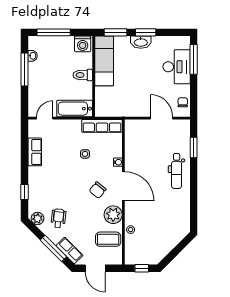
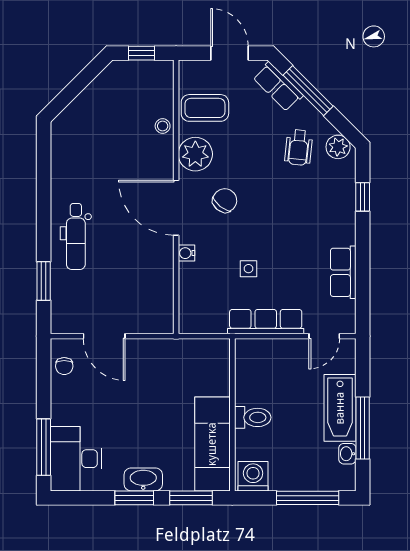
desk: (177, 67) -> (76, 459), moved
bathtub: (75, 109) -> (340, 408), moved, turned 90
row of seats: (102, 126) -> (266, 322), moved
dental chair: (177, 171) -> (76, 237), turned 180

